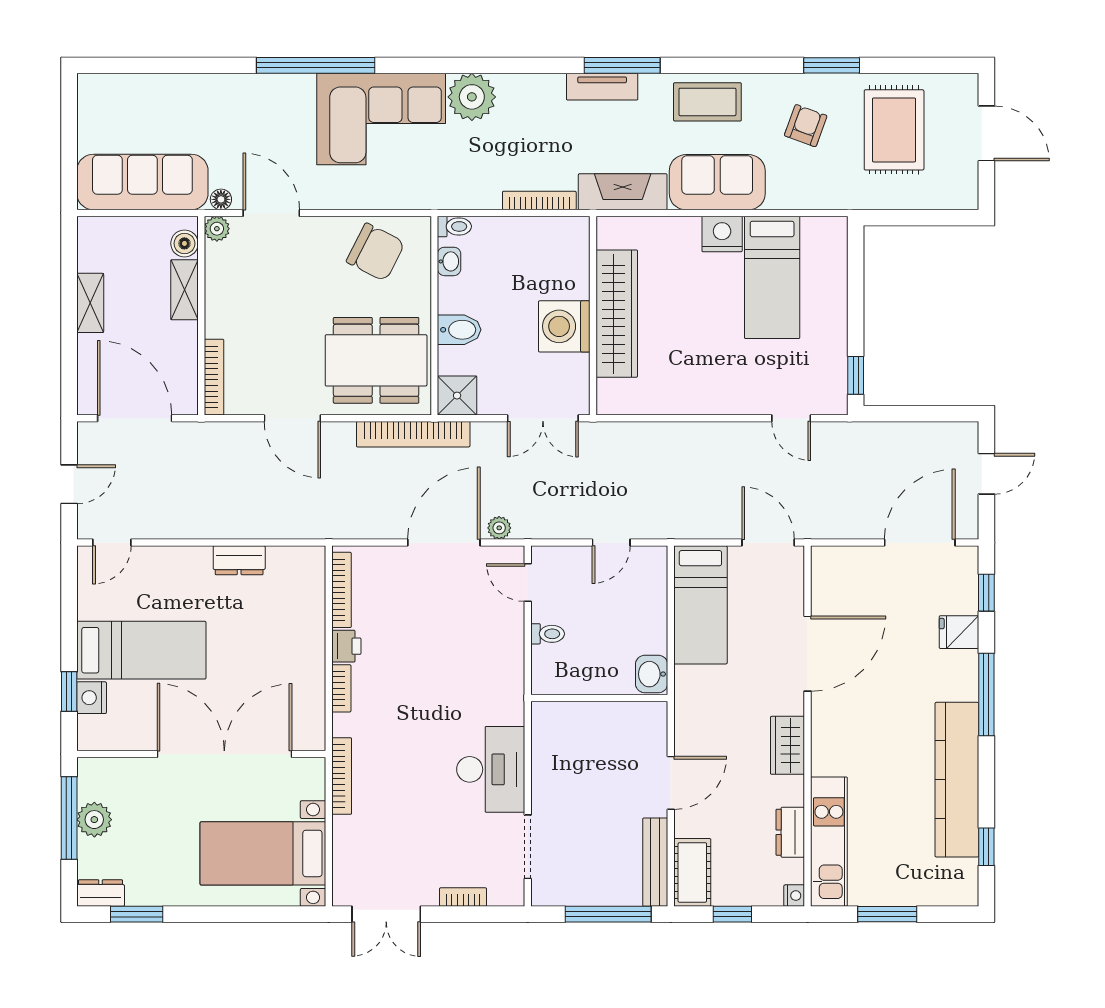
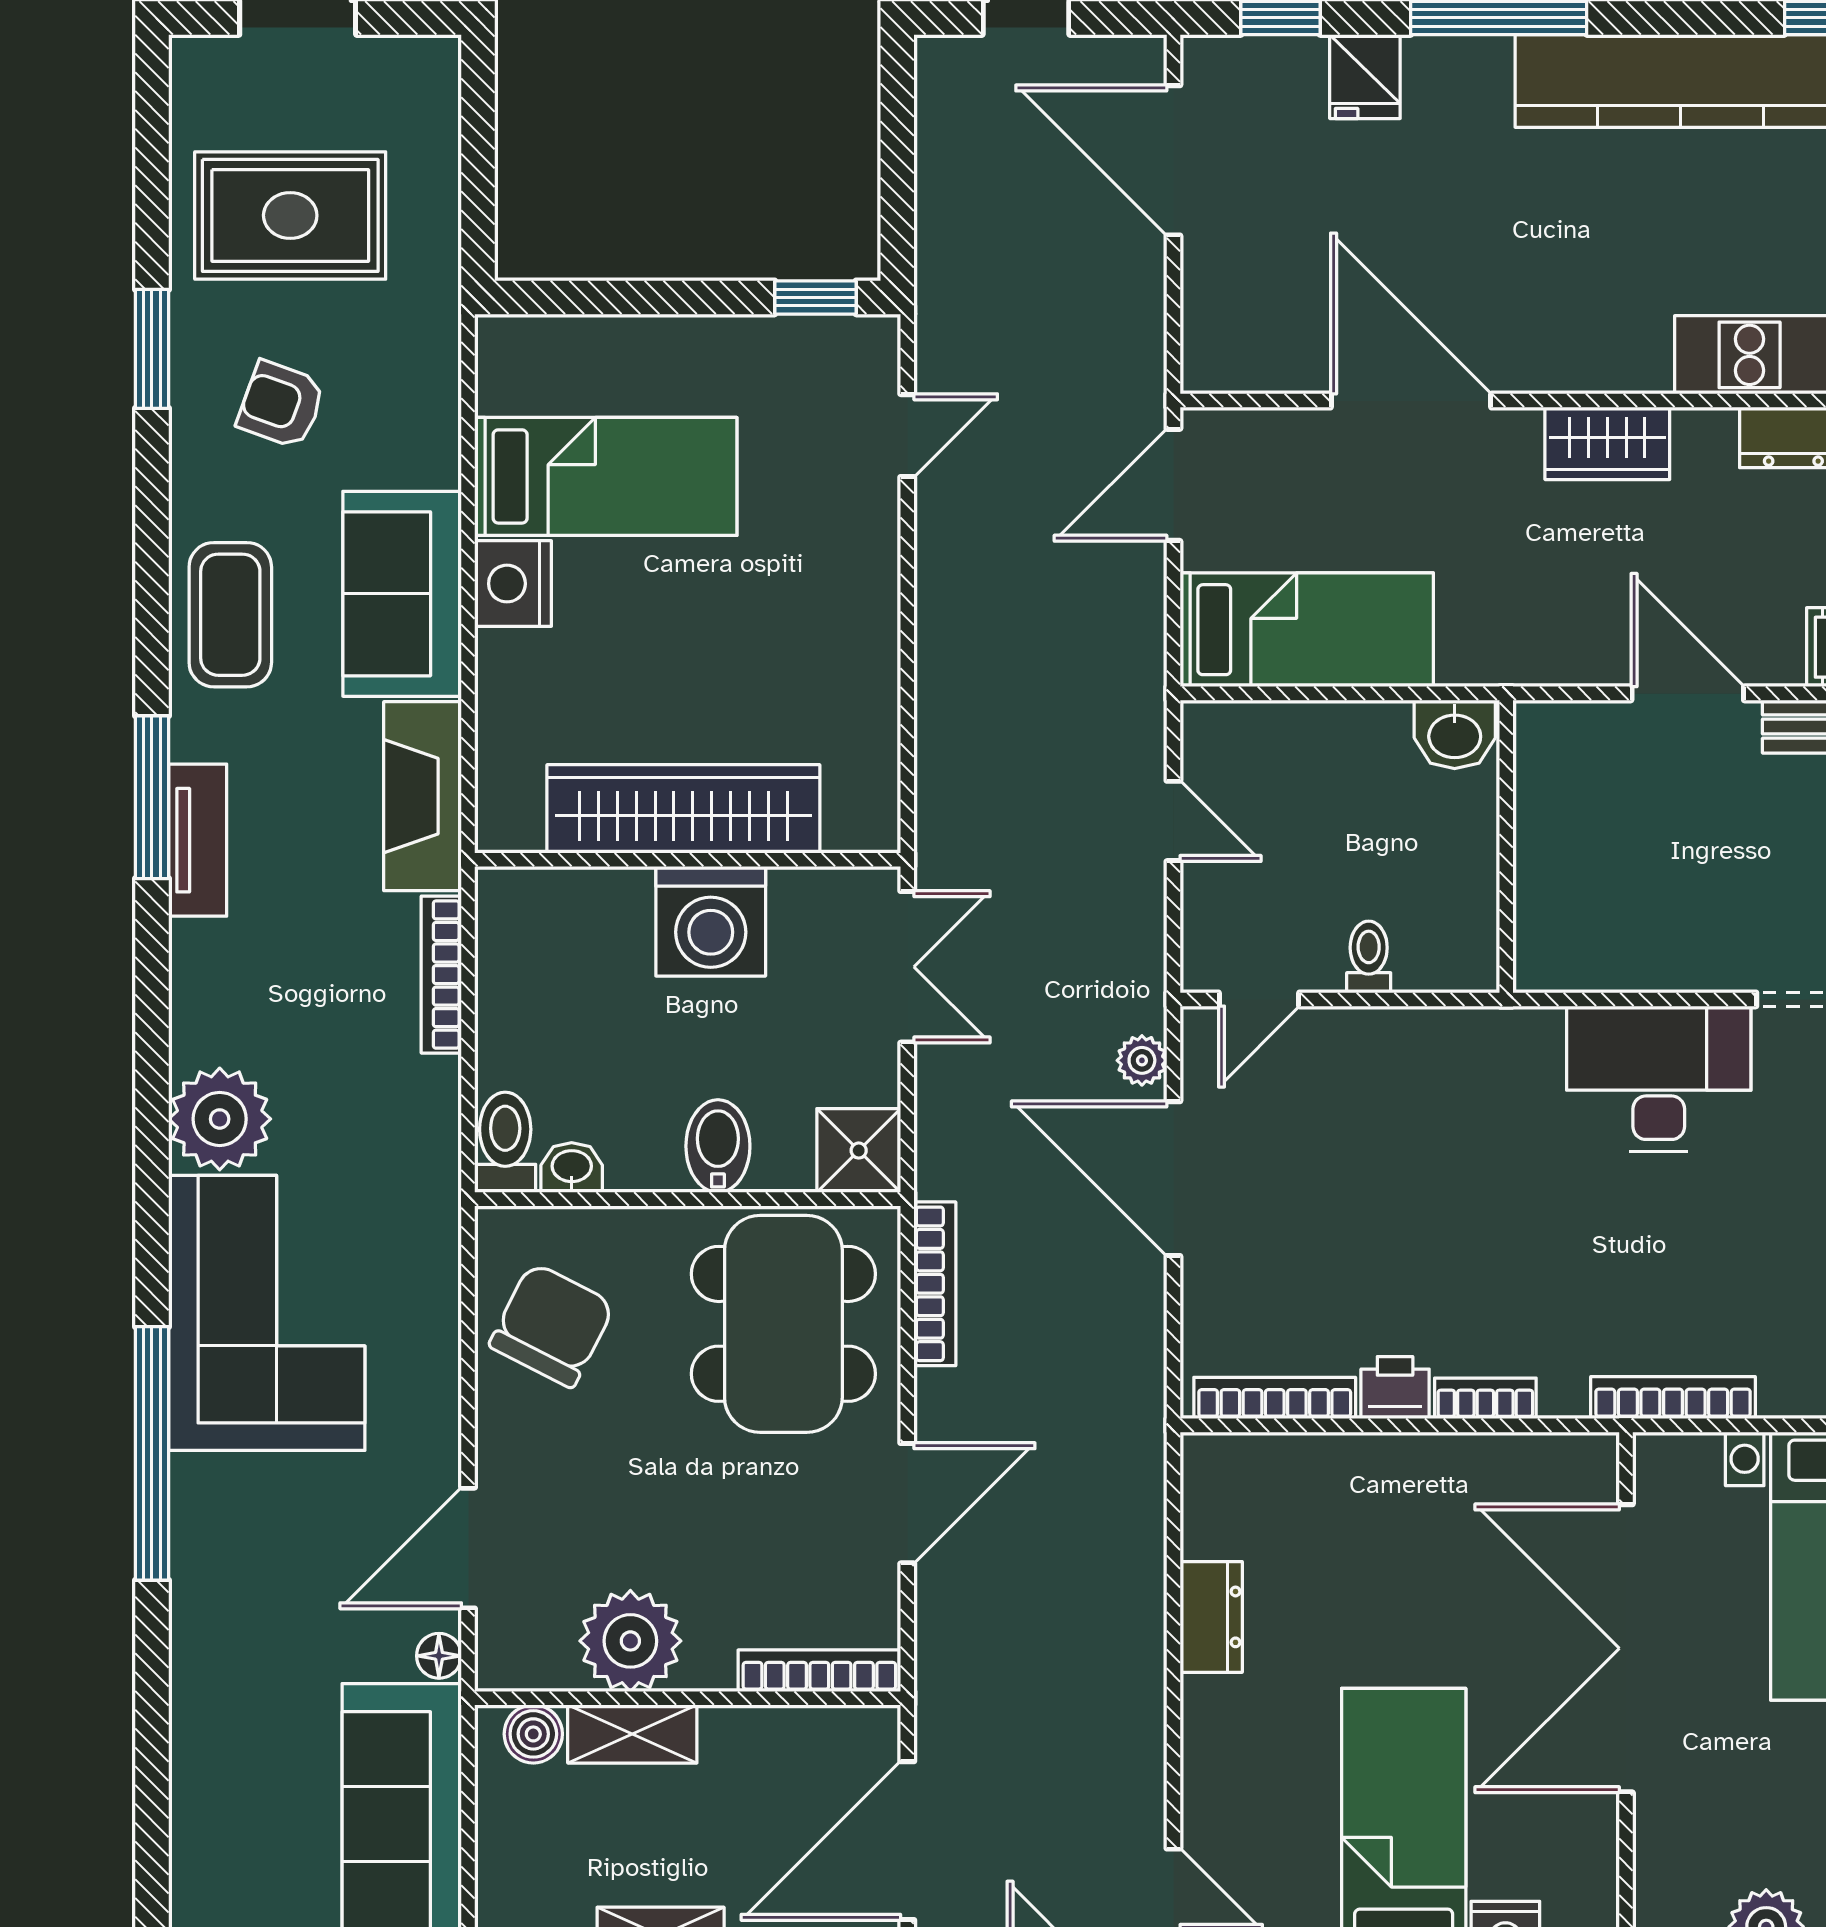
toilet: (454, 226) -> (505, 1142), width x1.37, depth x1.39
plant: (217, 229) -> (630, 1641), moved, width x1.88, depth x1.88
bookcase: (413, 434) -> (935, 1284), width x0.68, depth x0.76

